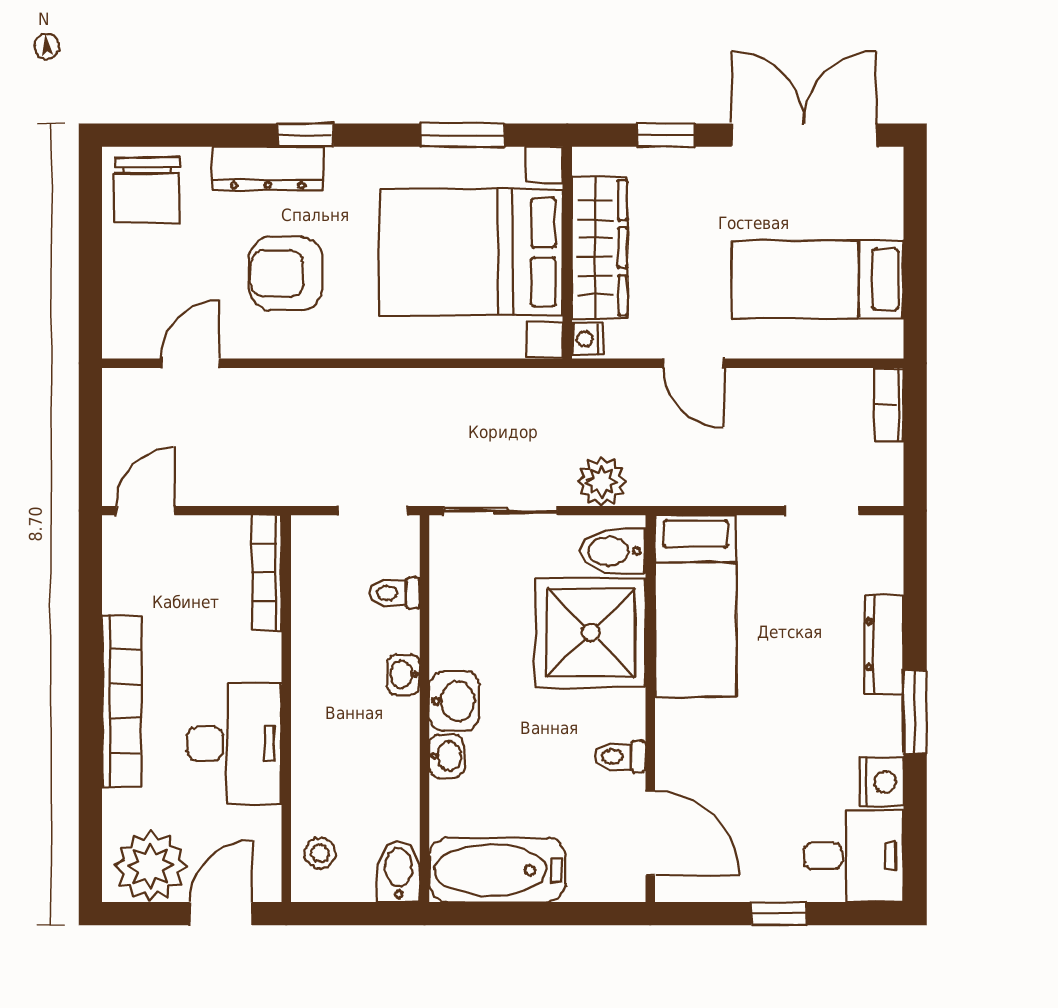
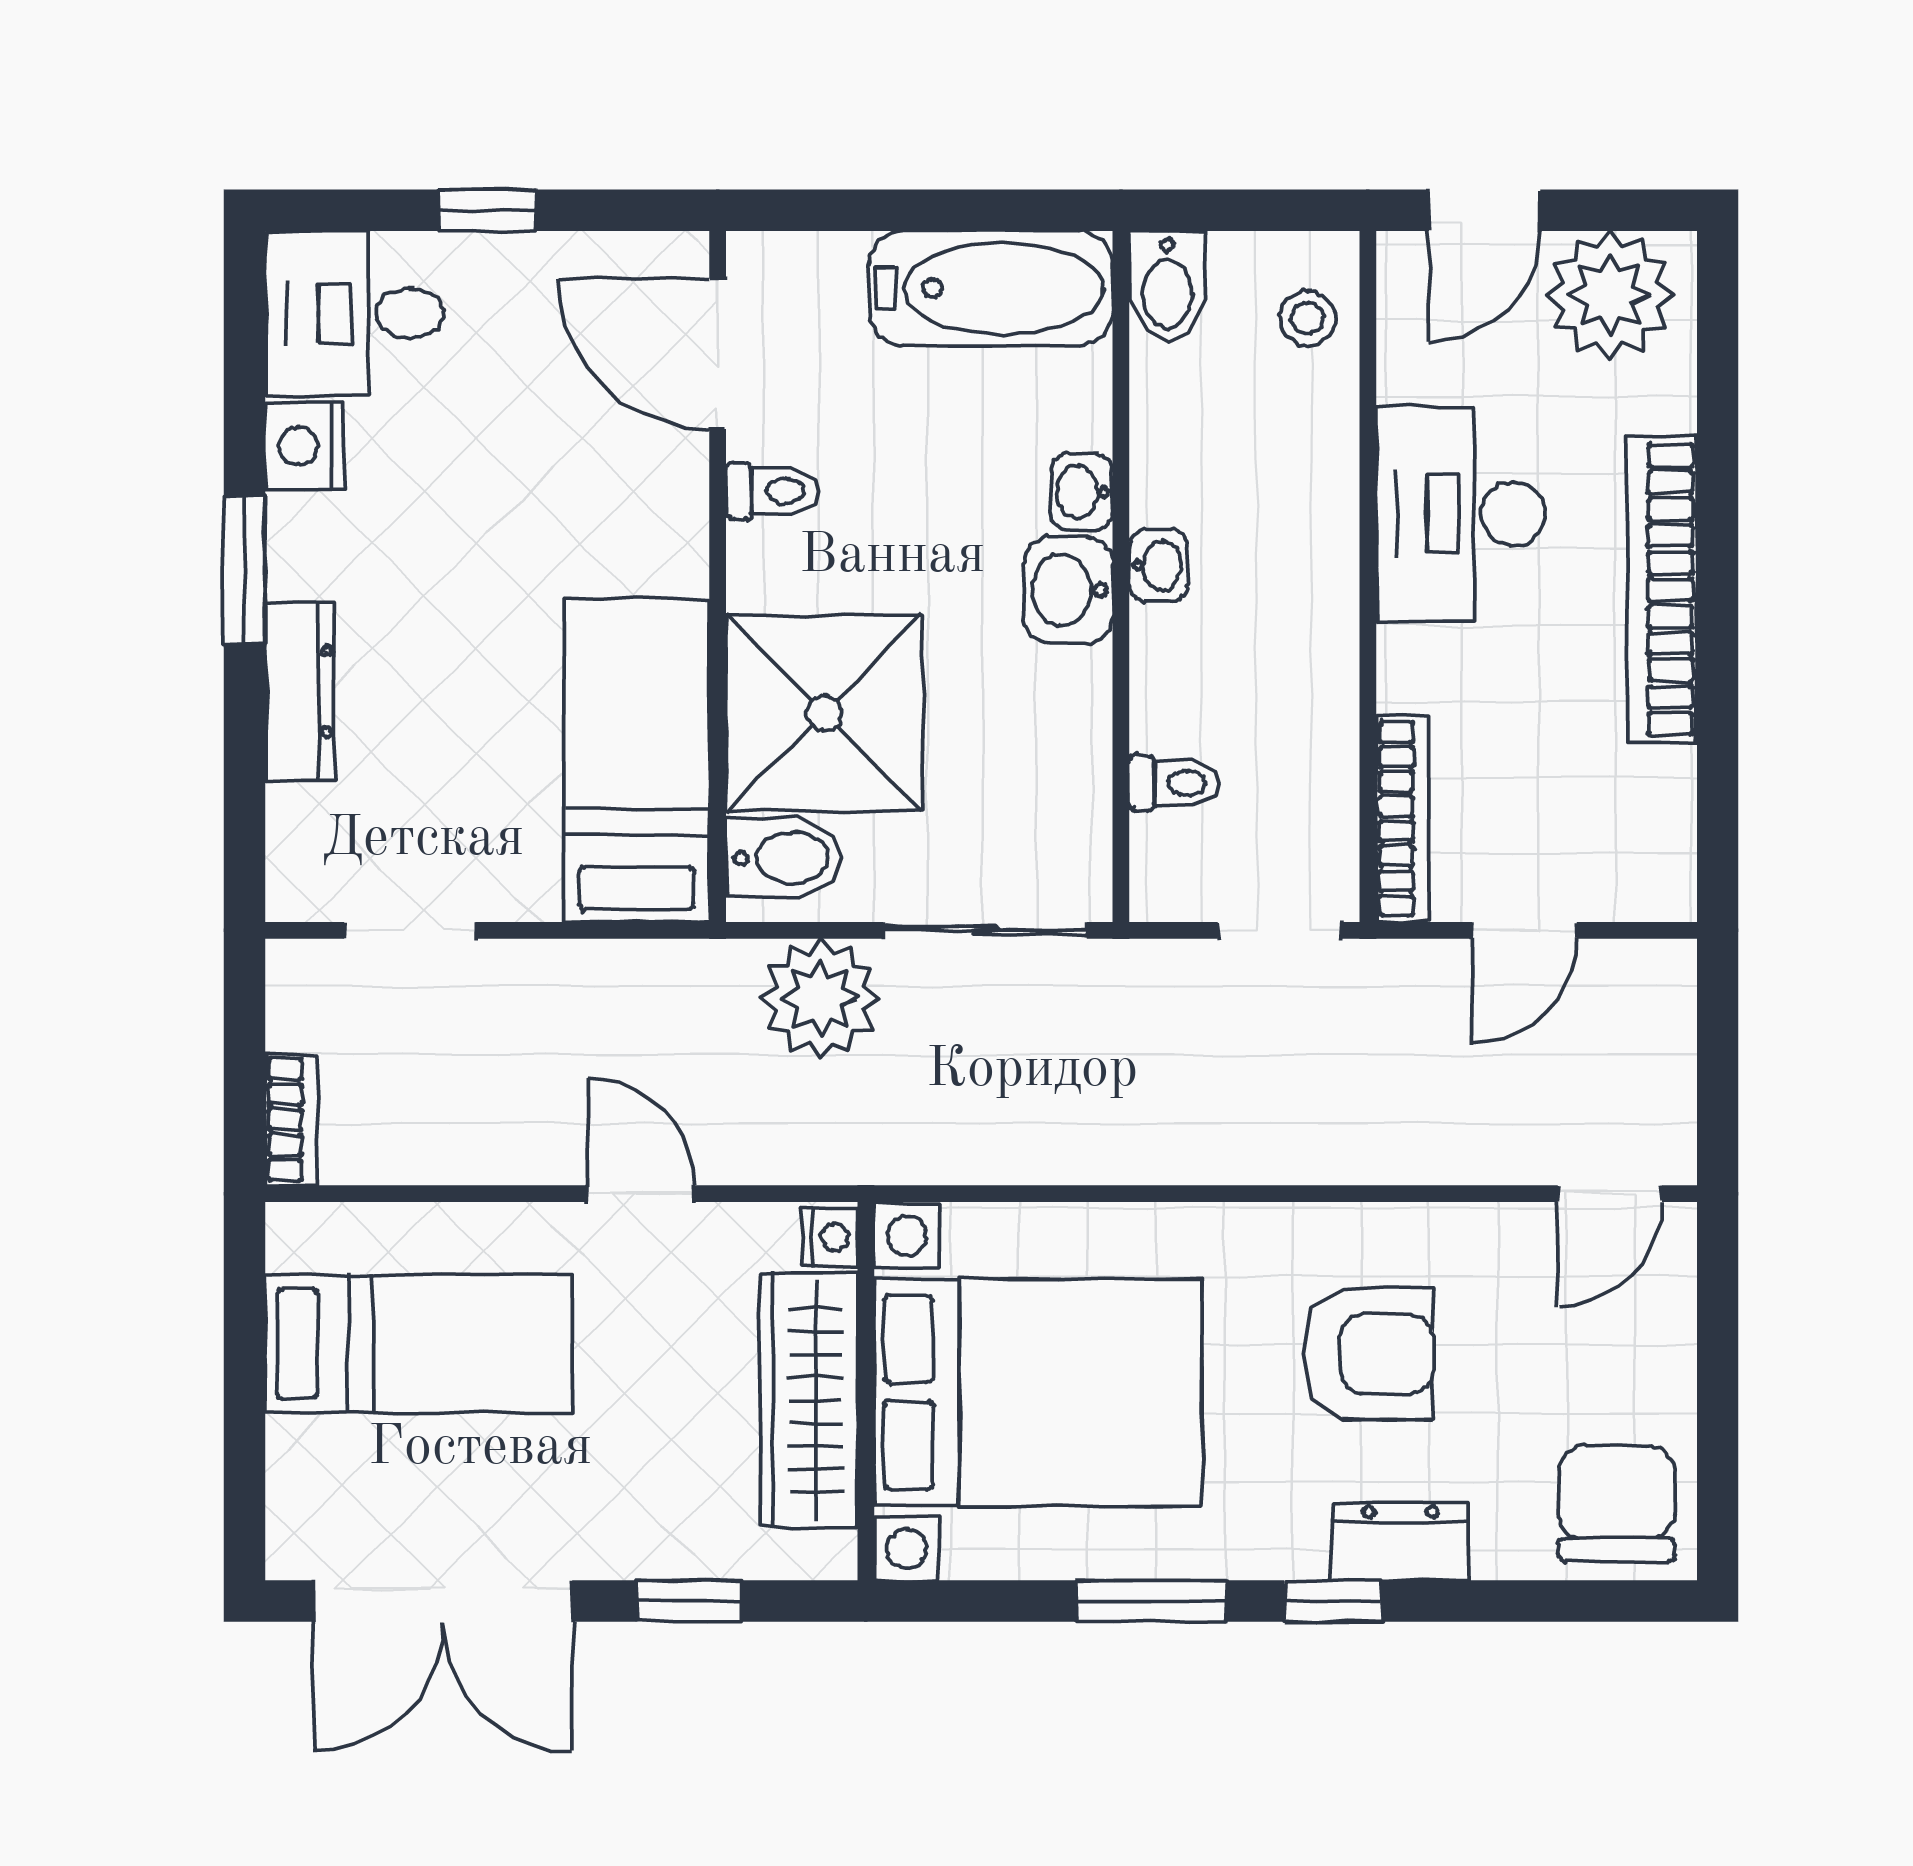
window: (463, 135) -> (1152, 1601), moved
dresser: (268, 168) -> (1401, 1542), width x0.70
door: (190, 363) -> (1610, 1194), moved
plant: (602, 482) -> (820, 998), width x1.36, depth x1.36
door: (145, 511) -> (1524, 930), moved
doorway: (373, 511) -> (1279, 930), moved
washbasin: (404, 675) -> (1158, 566), moved

